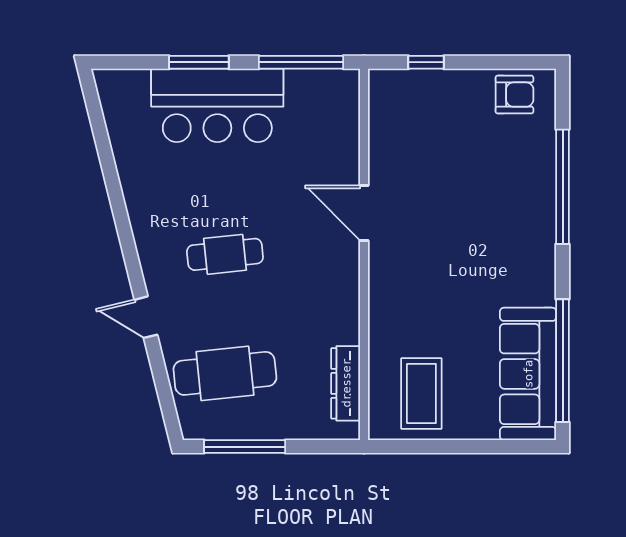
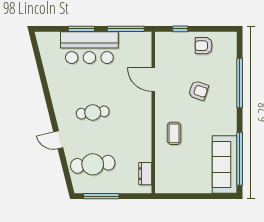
armchair: (514, 95) -> (204, 46), moved, turned 180
armchair: (468, 204) -> (198, 91), added
door: (364, 213) -> (153, 79), moved
dresser: (346, 383) -> (145, 174), width x0.70
coffee table: (421, 393) -> (174, 133), moved, width x0.73, depth x0.77

